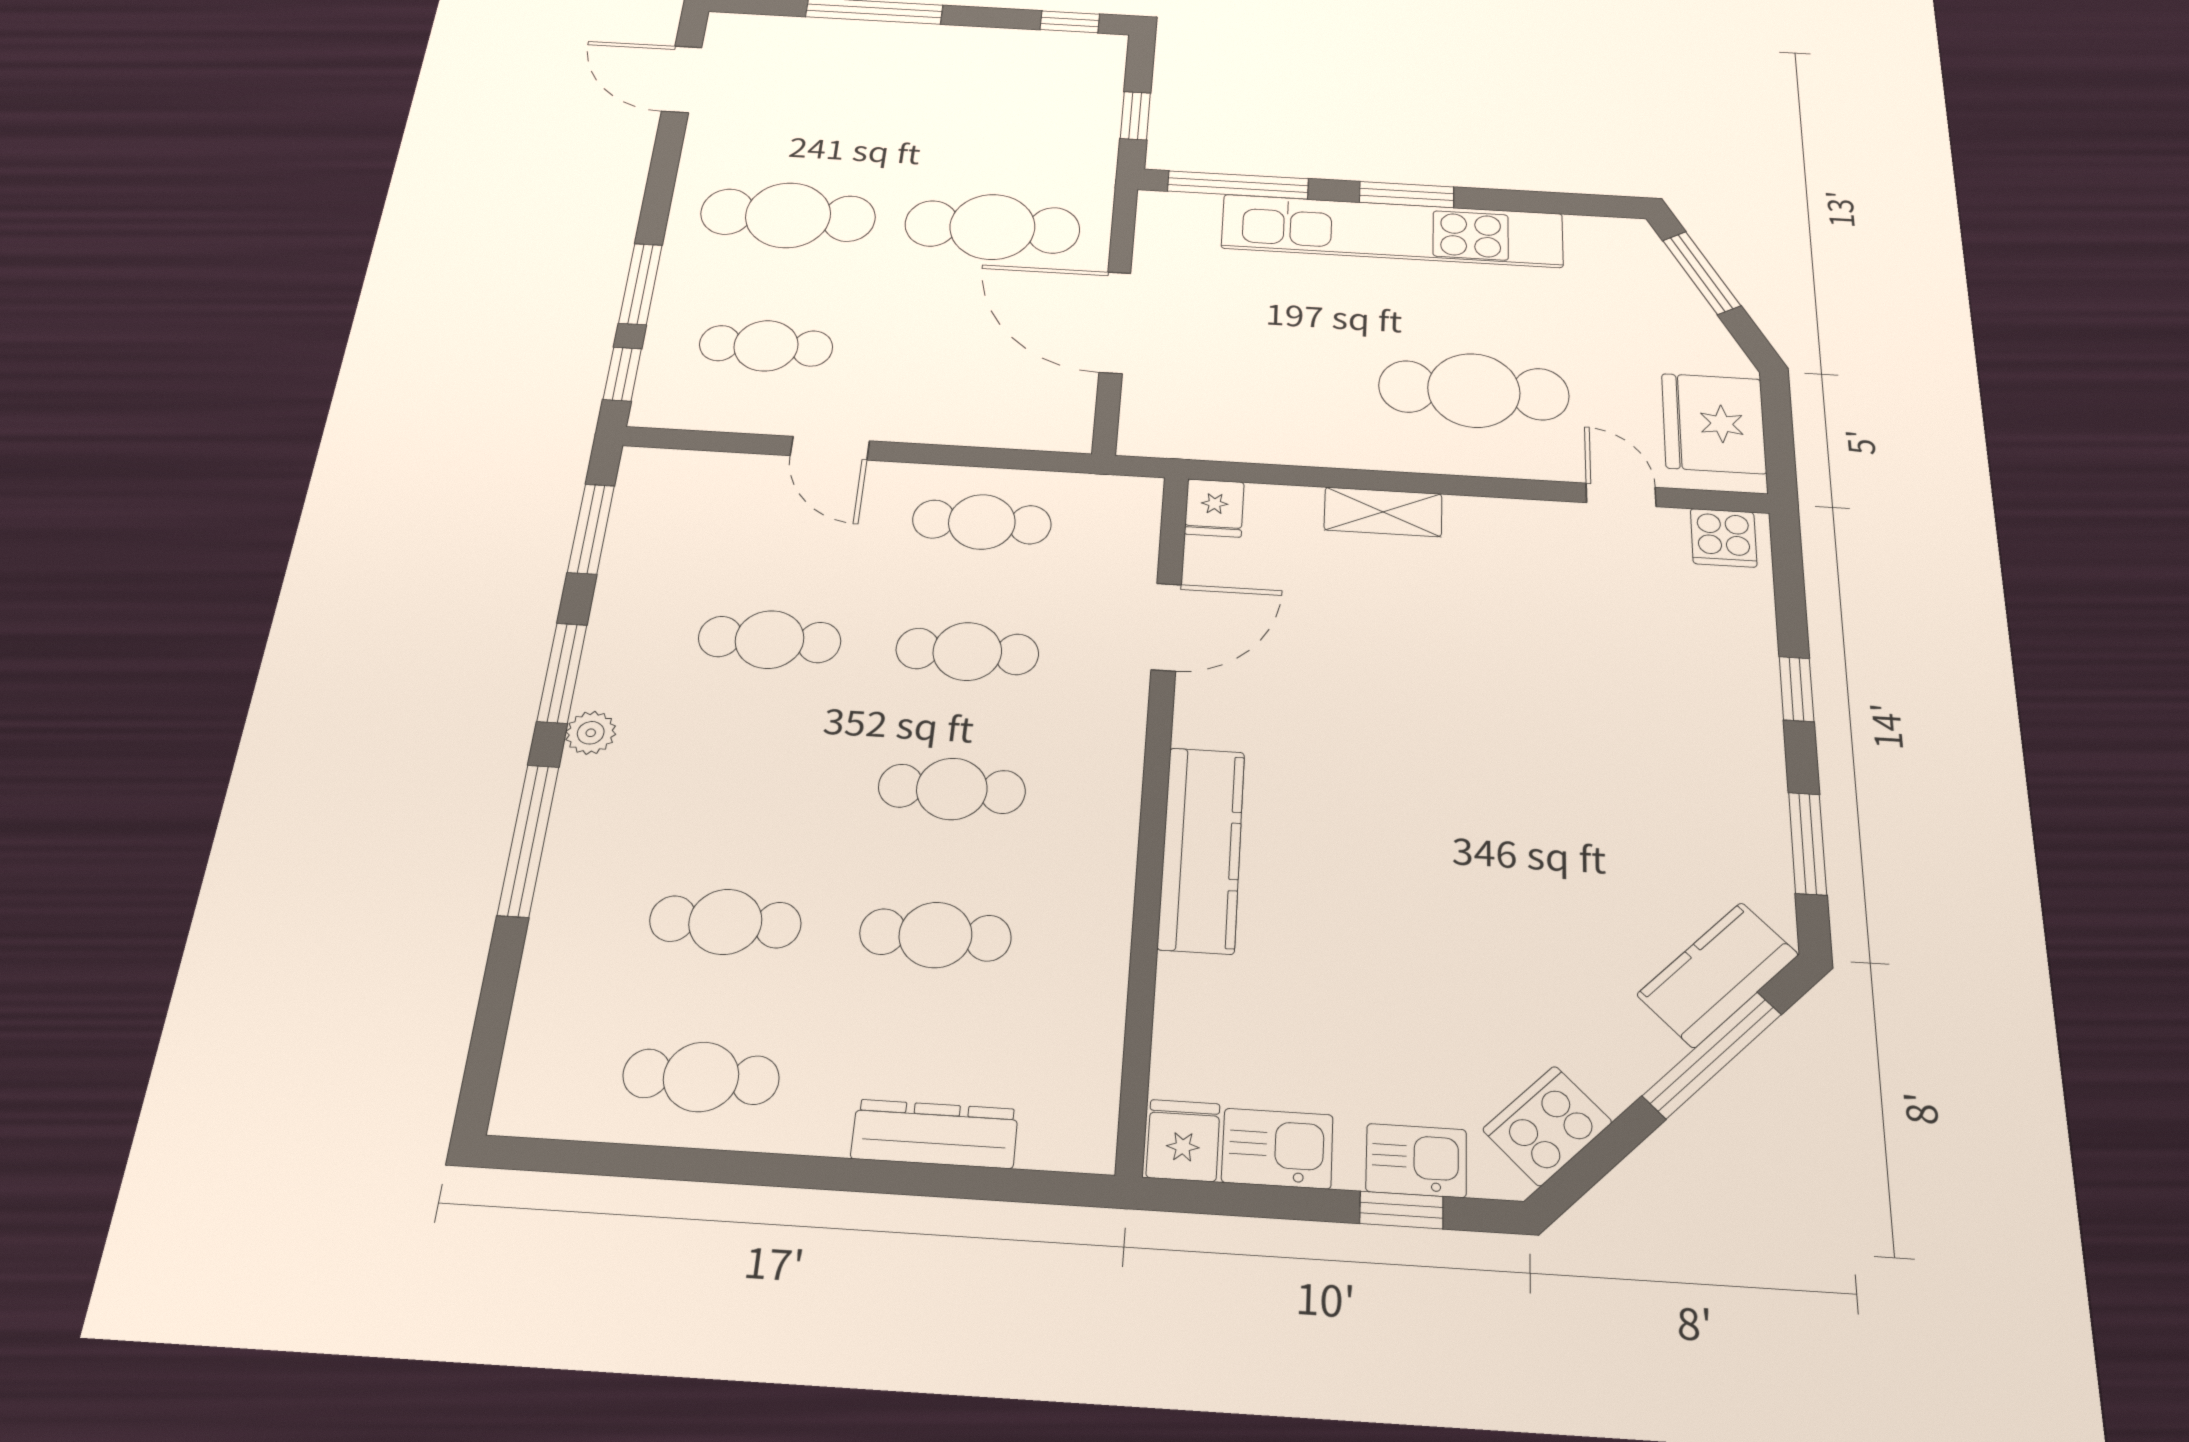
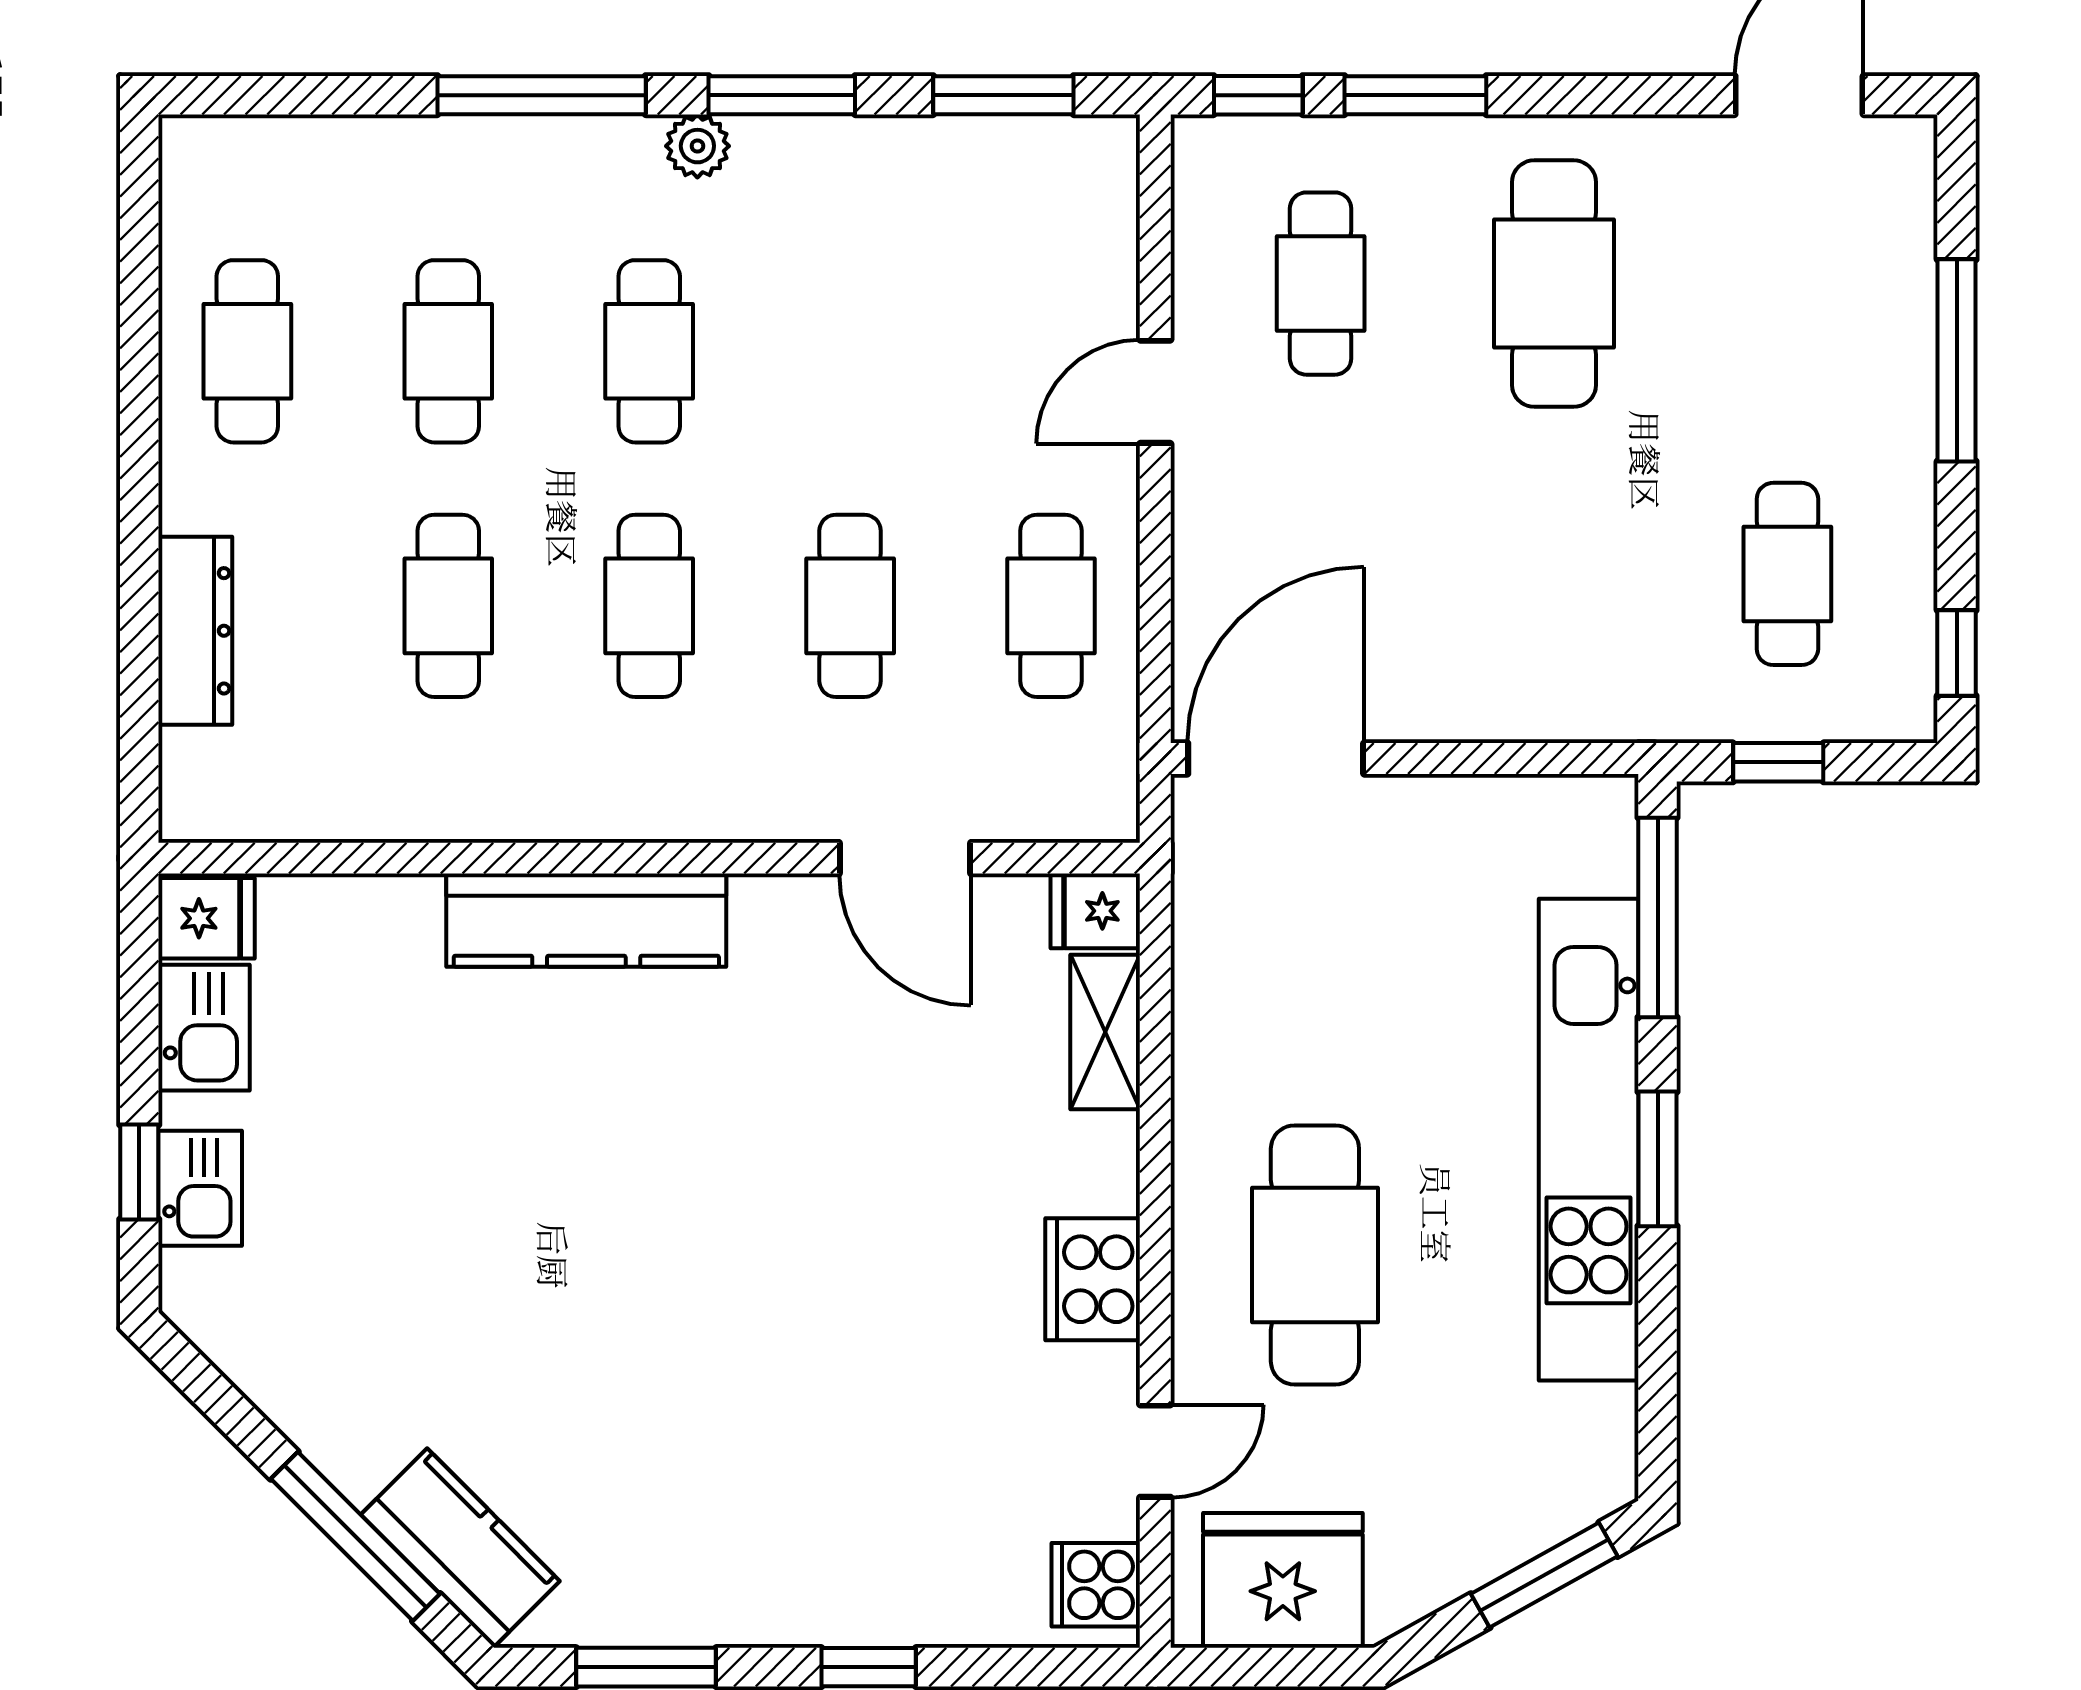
cafe table: (992, 227) -> (1787, 574), moved, width x0.73, depth x0.74
door: (1115, 322) -> (1276, 758), moved
shelving: (1383, 512) -> (1105, 1032), moved
cafe table: (770, 640) -> (649, 351), moved
cooker: (1547, 1126) -> (1093, 1279), moved, turned -135

